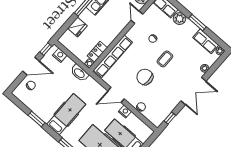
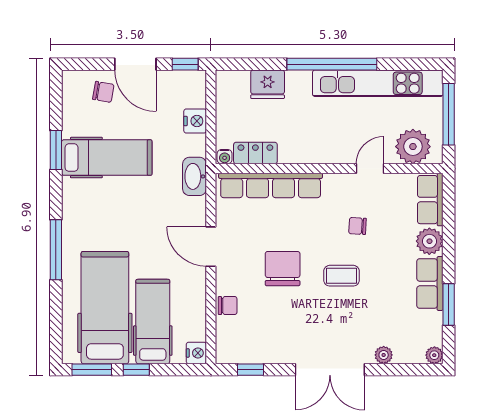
window: (197, 23) -> (449, 304), moved
row of seats: (206, 41) -> (430, 284), moved
nightstand: (60, 55) -> (195, 121), moved
washbasin: (79, 73) -> (194, 176), moved
nightstand: (125, 112) -> (196, 353), moved
hospital bed: (66, 114) -> (107, 158), moved

